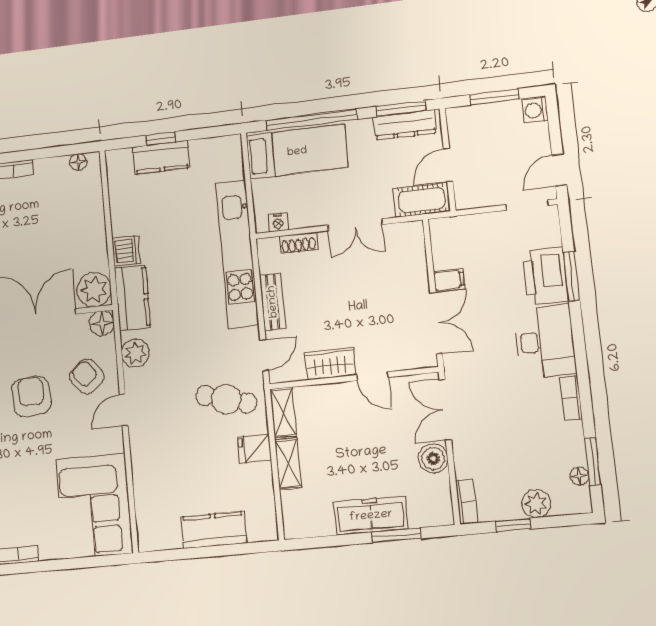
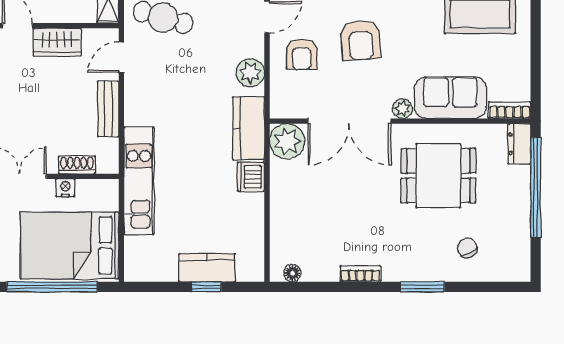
bed: (297, 152) -> (70, 245), width x1.50
nightstand: (278, 222) -> (65, 188), moved
kitchen unit: (237, 254) -> (139, 181), width x0.73
floor lamp: (102, 323) -> (282, 106), removed
armchair: (87, 376) -> (302, 54), turned 40

